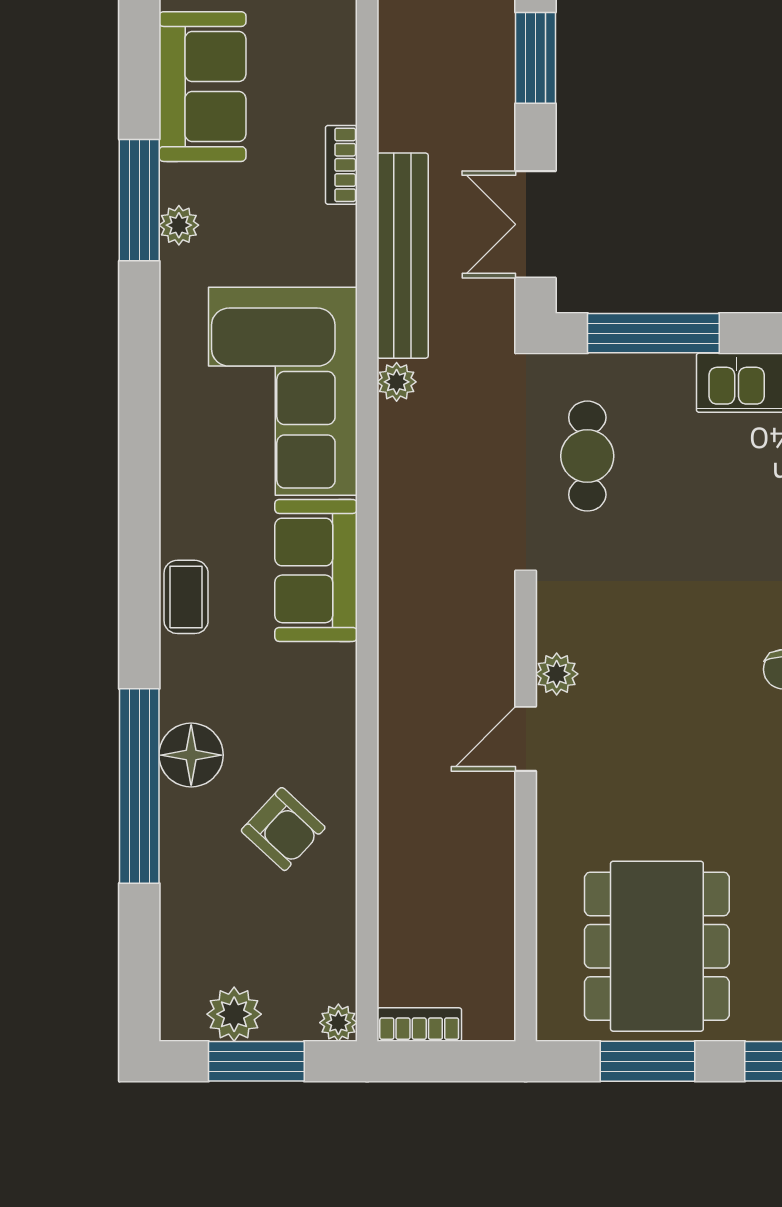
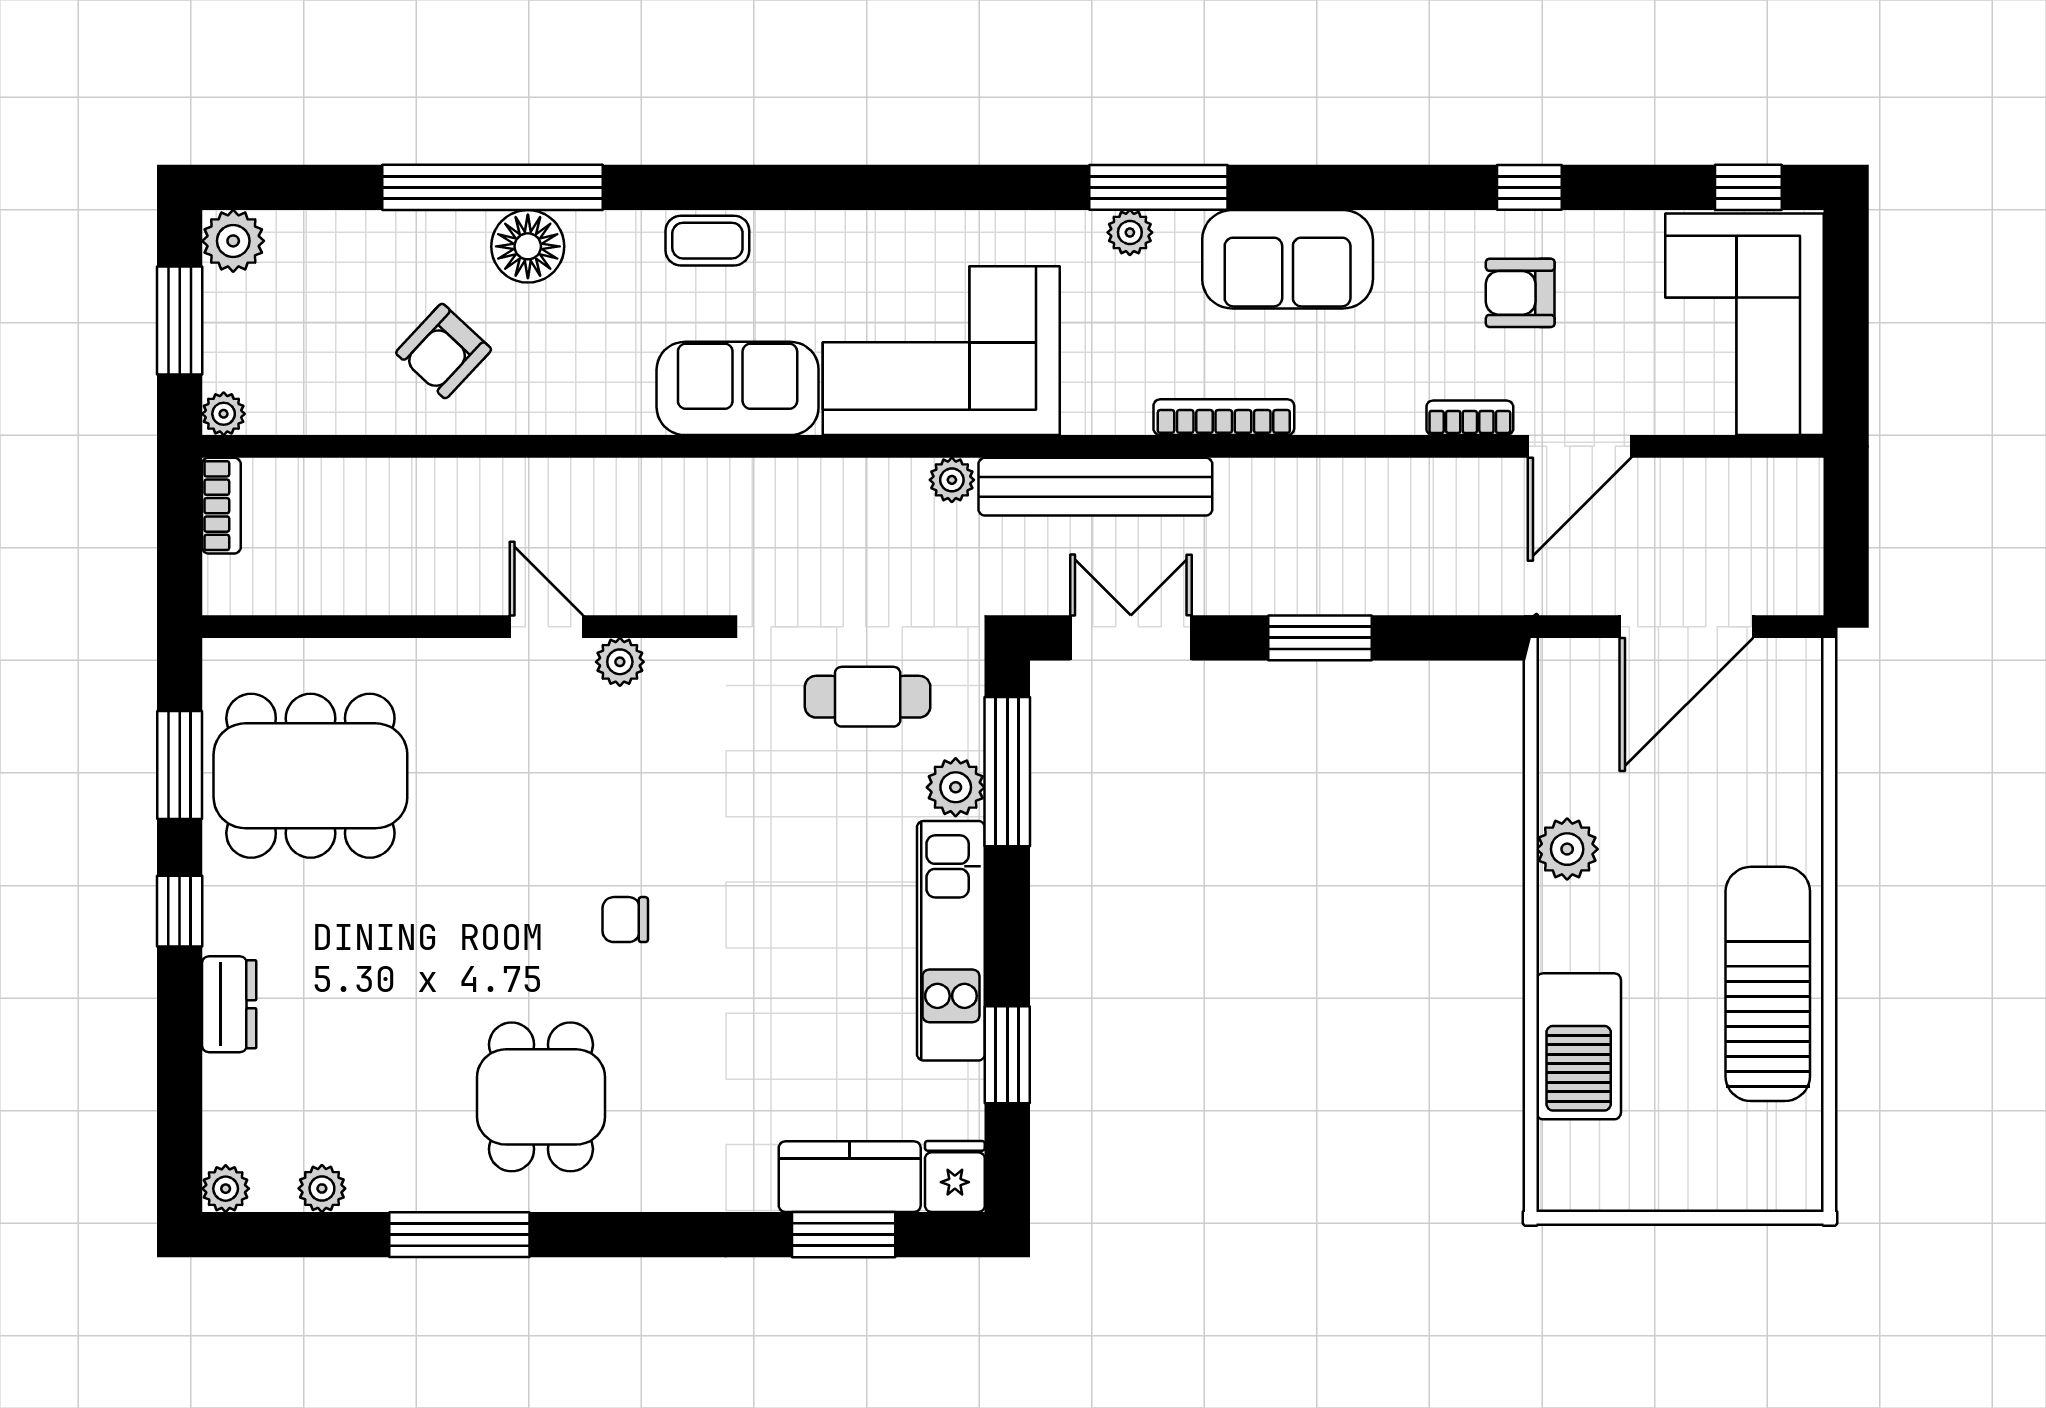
bookcase: (341, 165) -> (1224, 417), width x1.56
plant: (667, 379) -> (956, 787), added
plant: (234, 1014) -> (233, 241), moved

